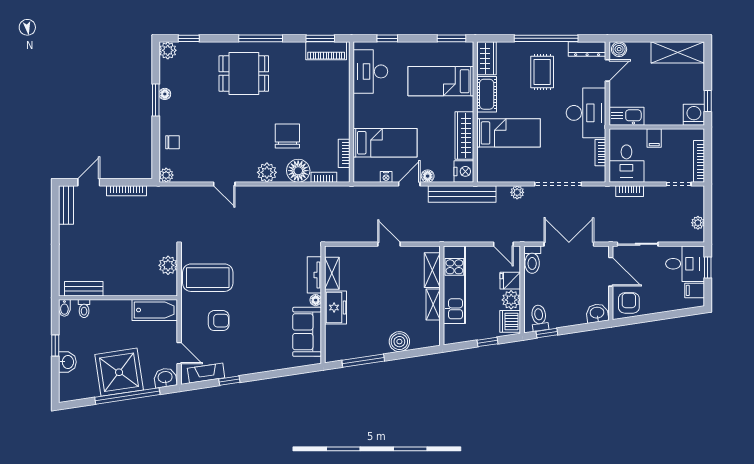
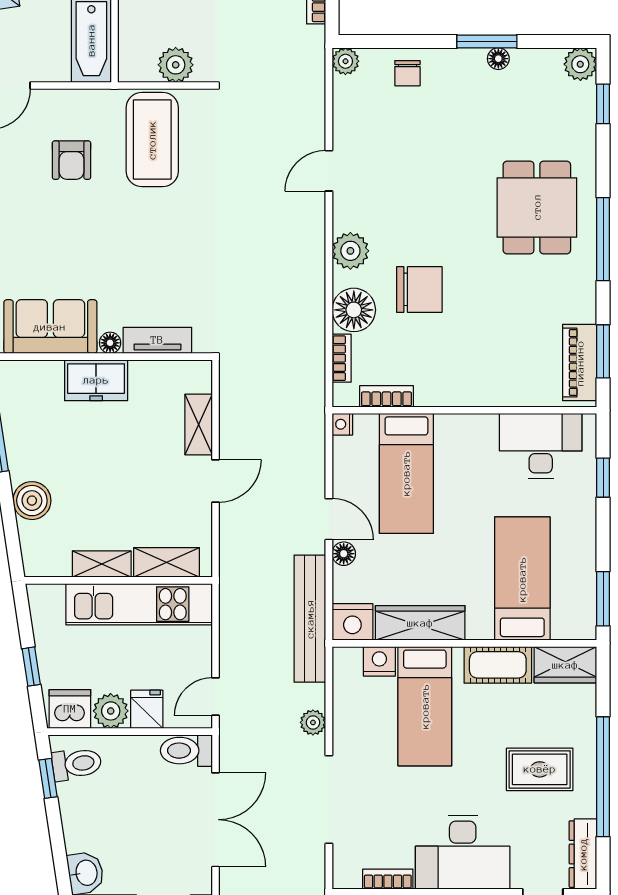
nightstand: (485, 157) -> (379, 661), added
nightstand: (386, 177) -> (342, 424), moved
shelving: (332, 273) -> (199, 424), moved, turned 90

